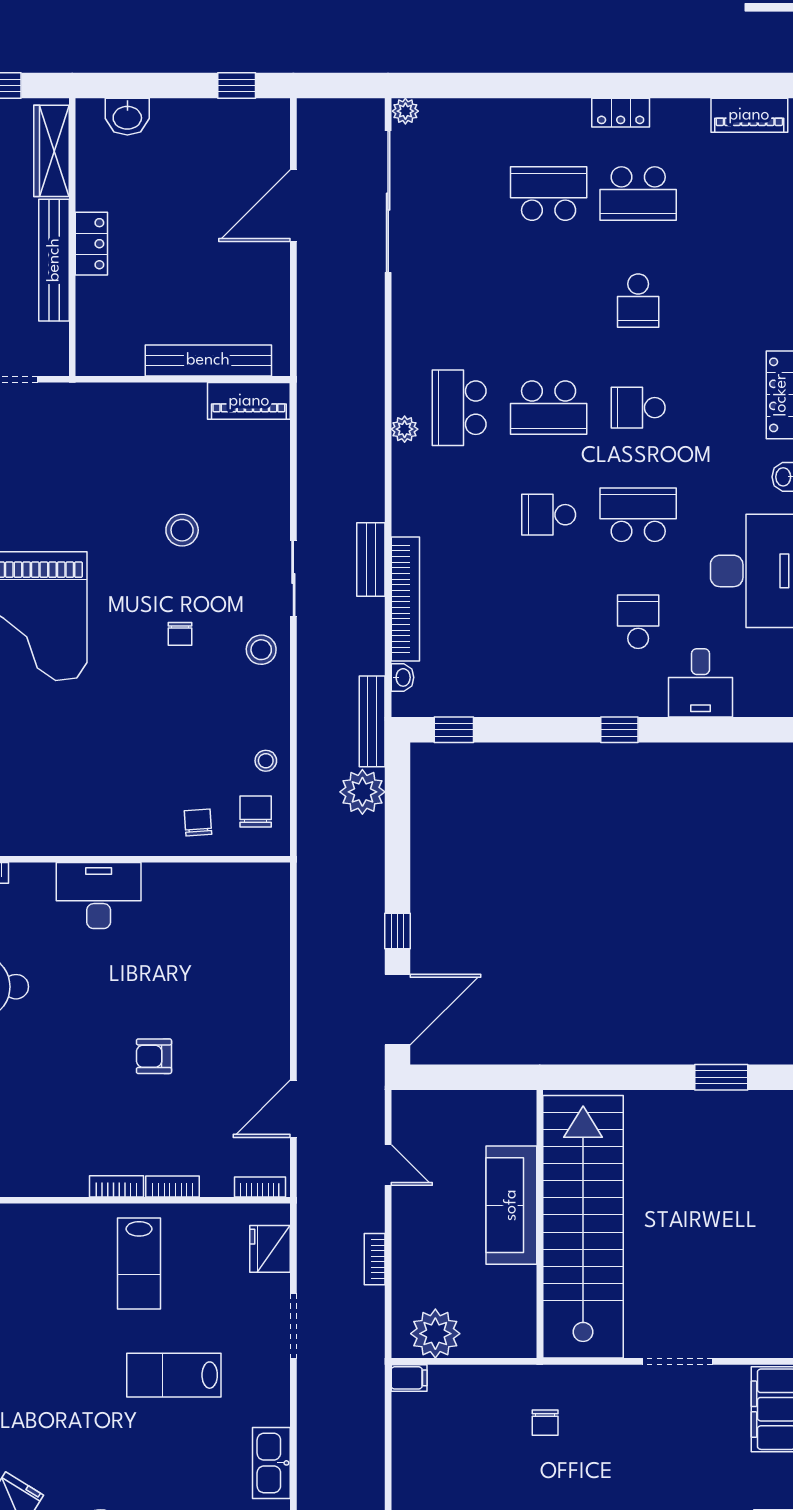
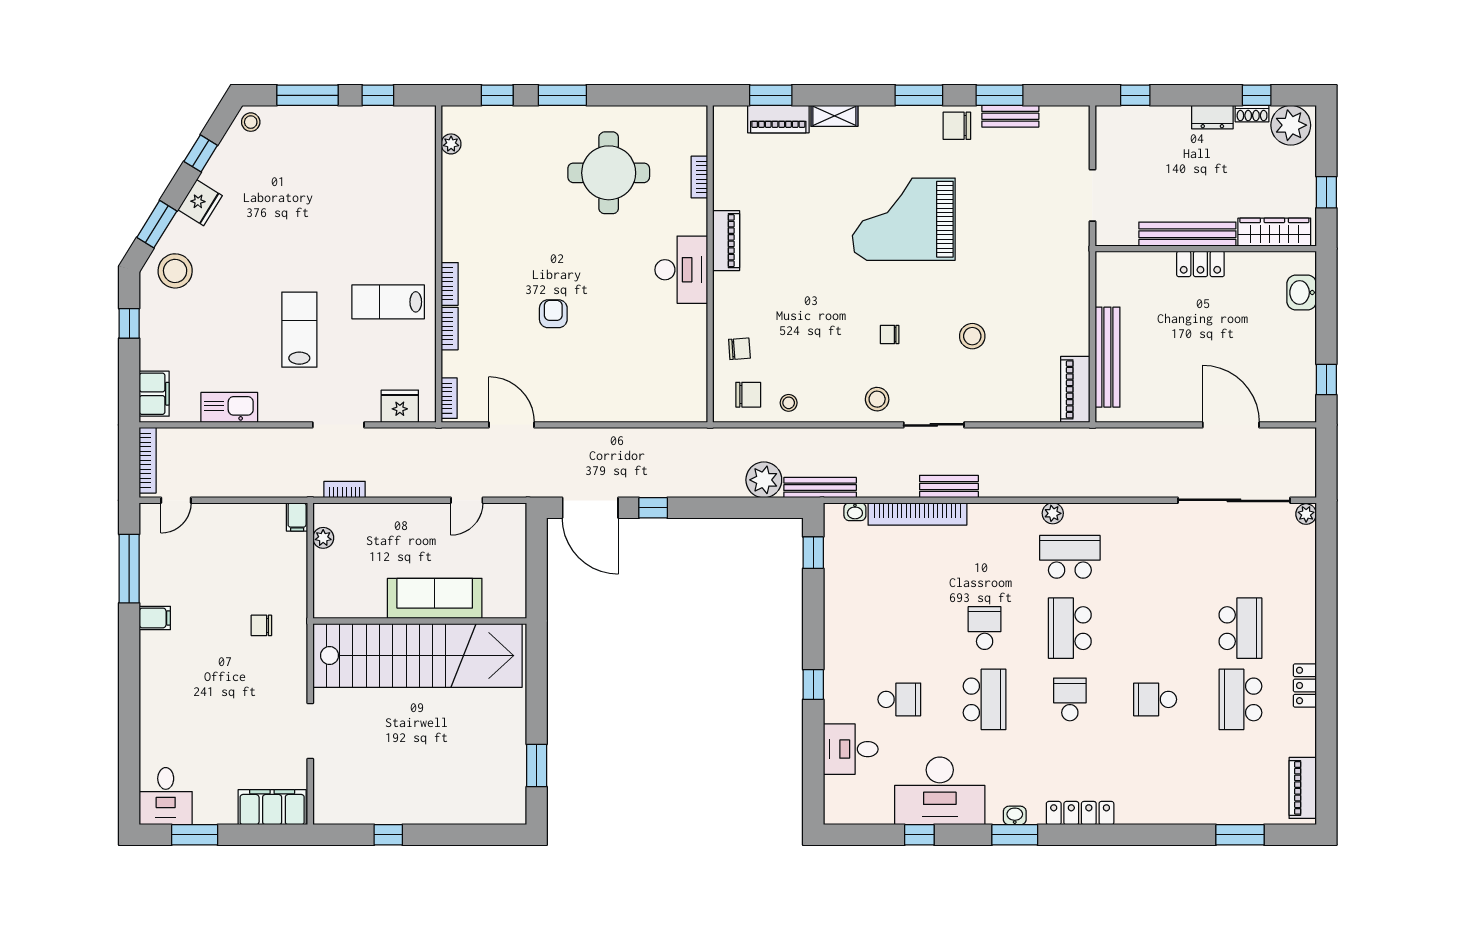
piano: (62, 839) -> (726, 241), added
bookcase: (375, 1259) -> (345, 490), moved
plant: (435, 1334) -> (323, 538), width x0.53, depth x0.53

